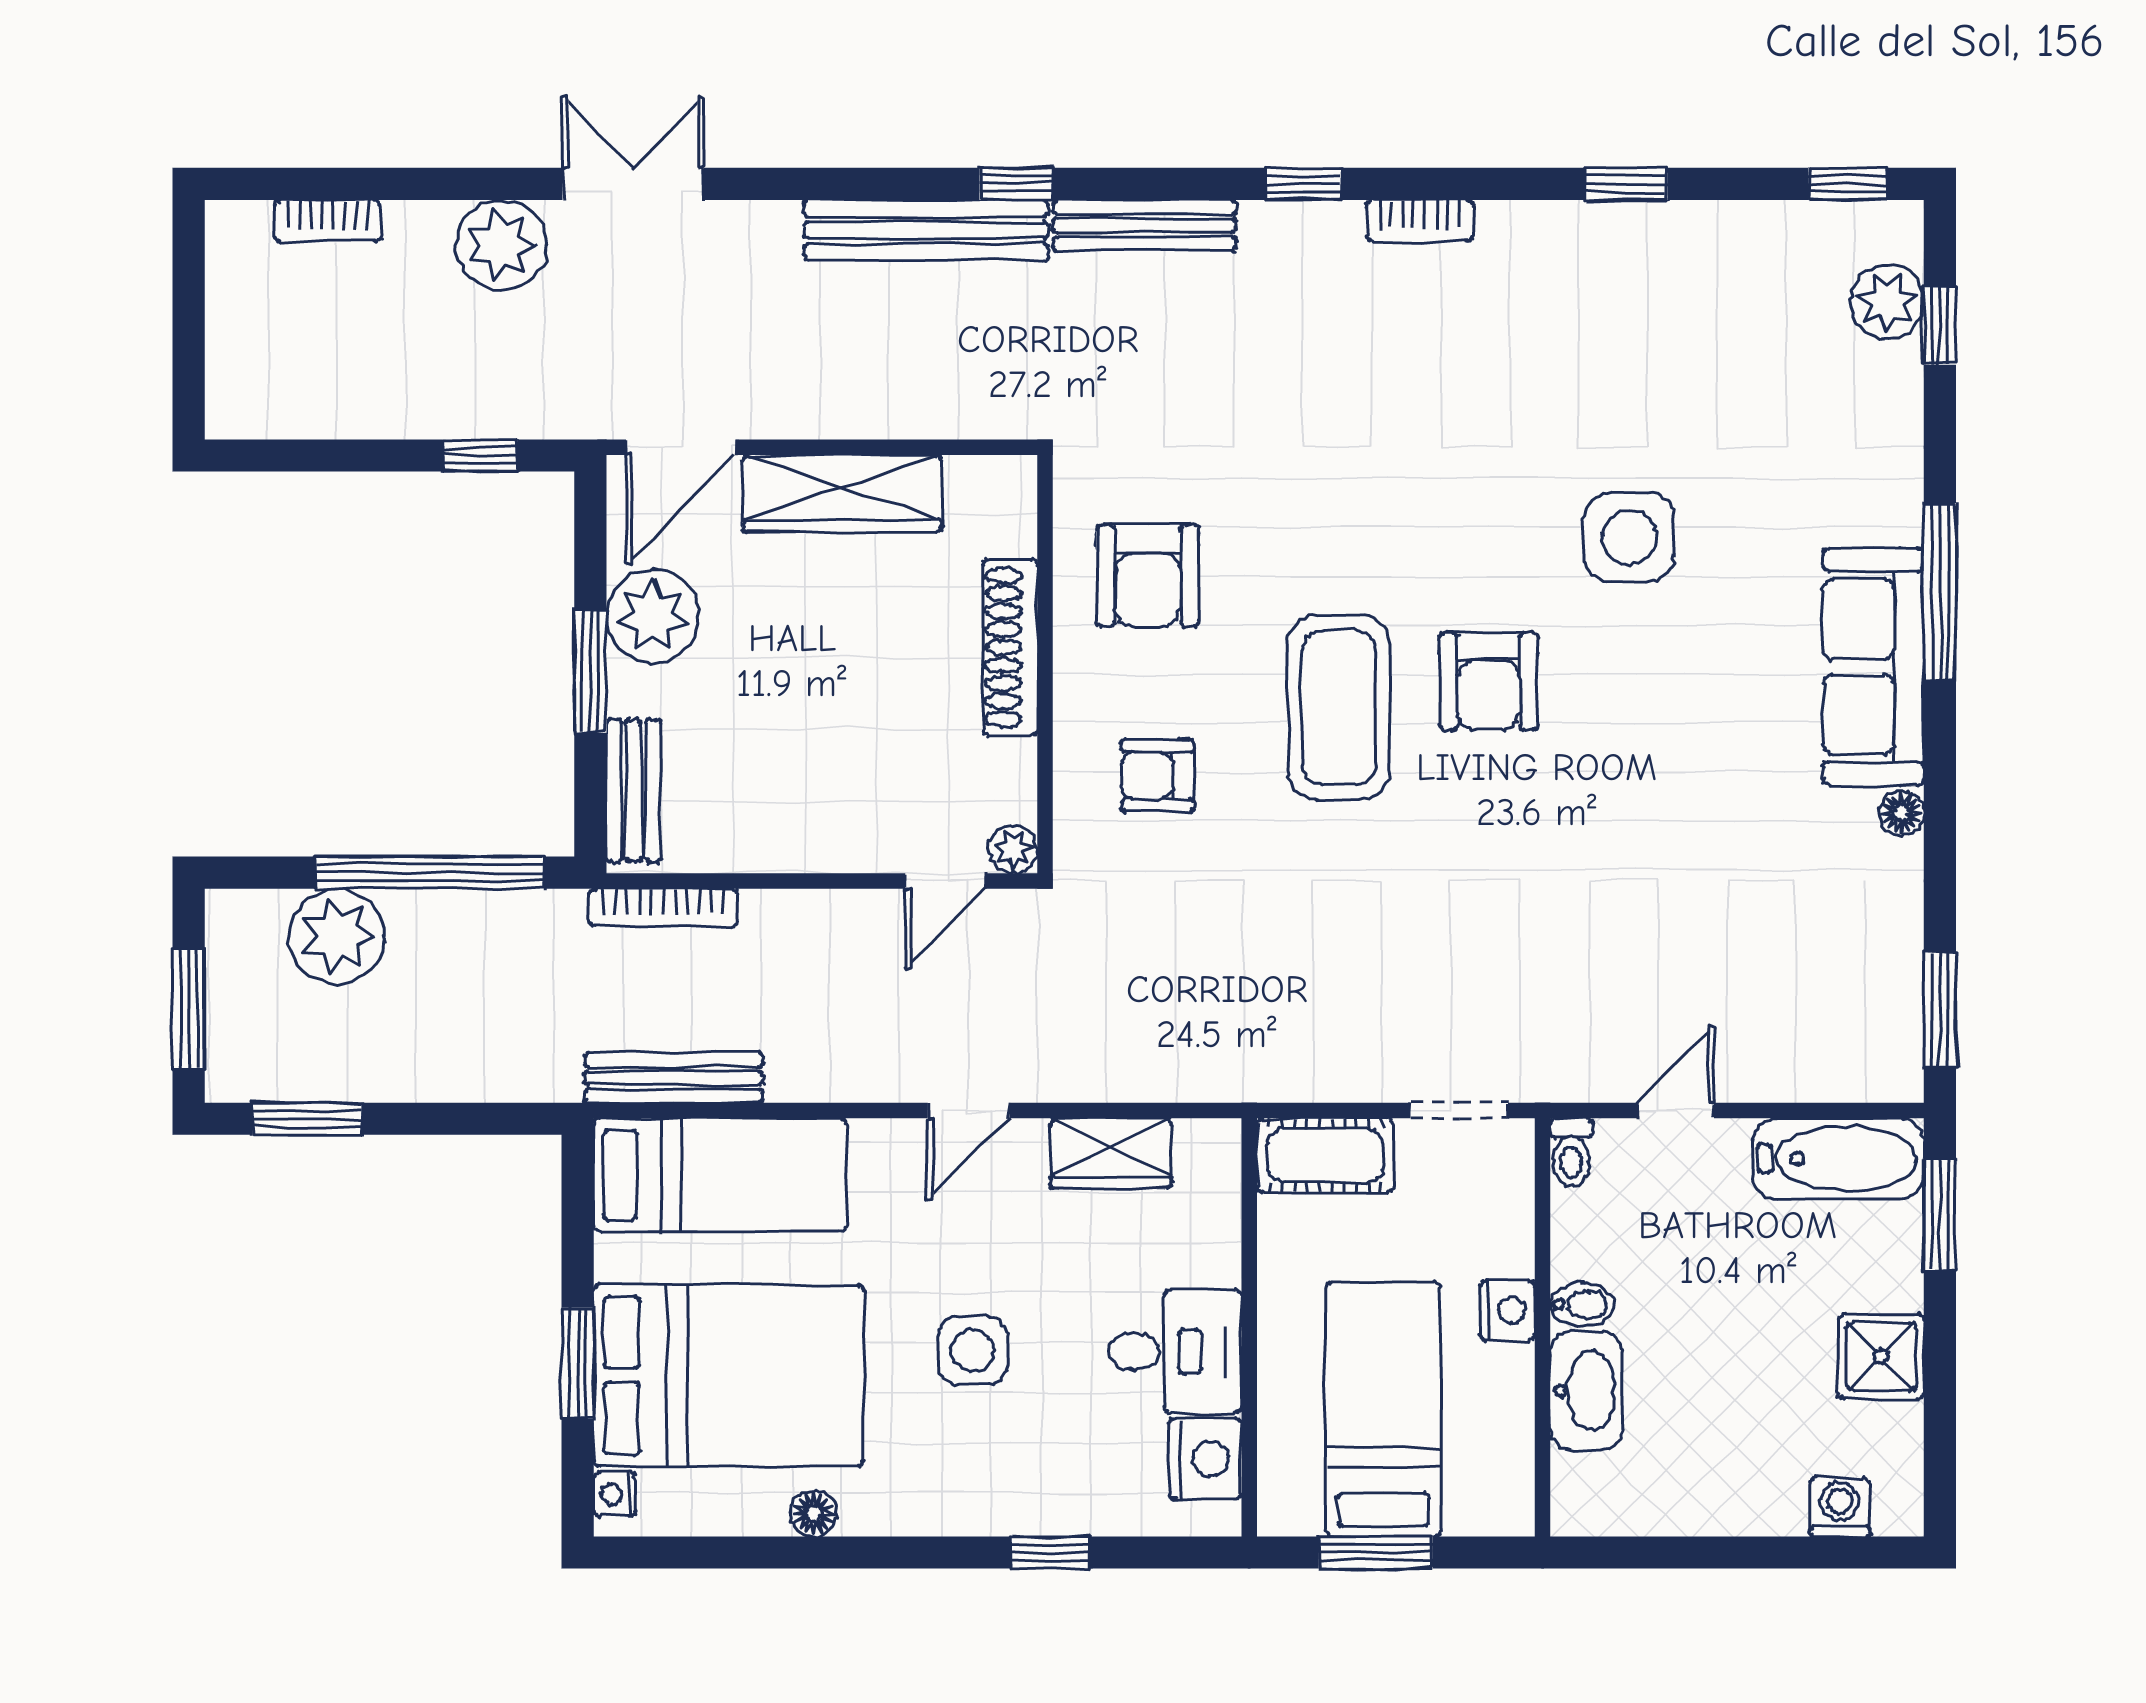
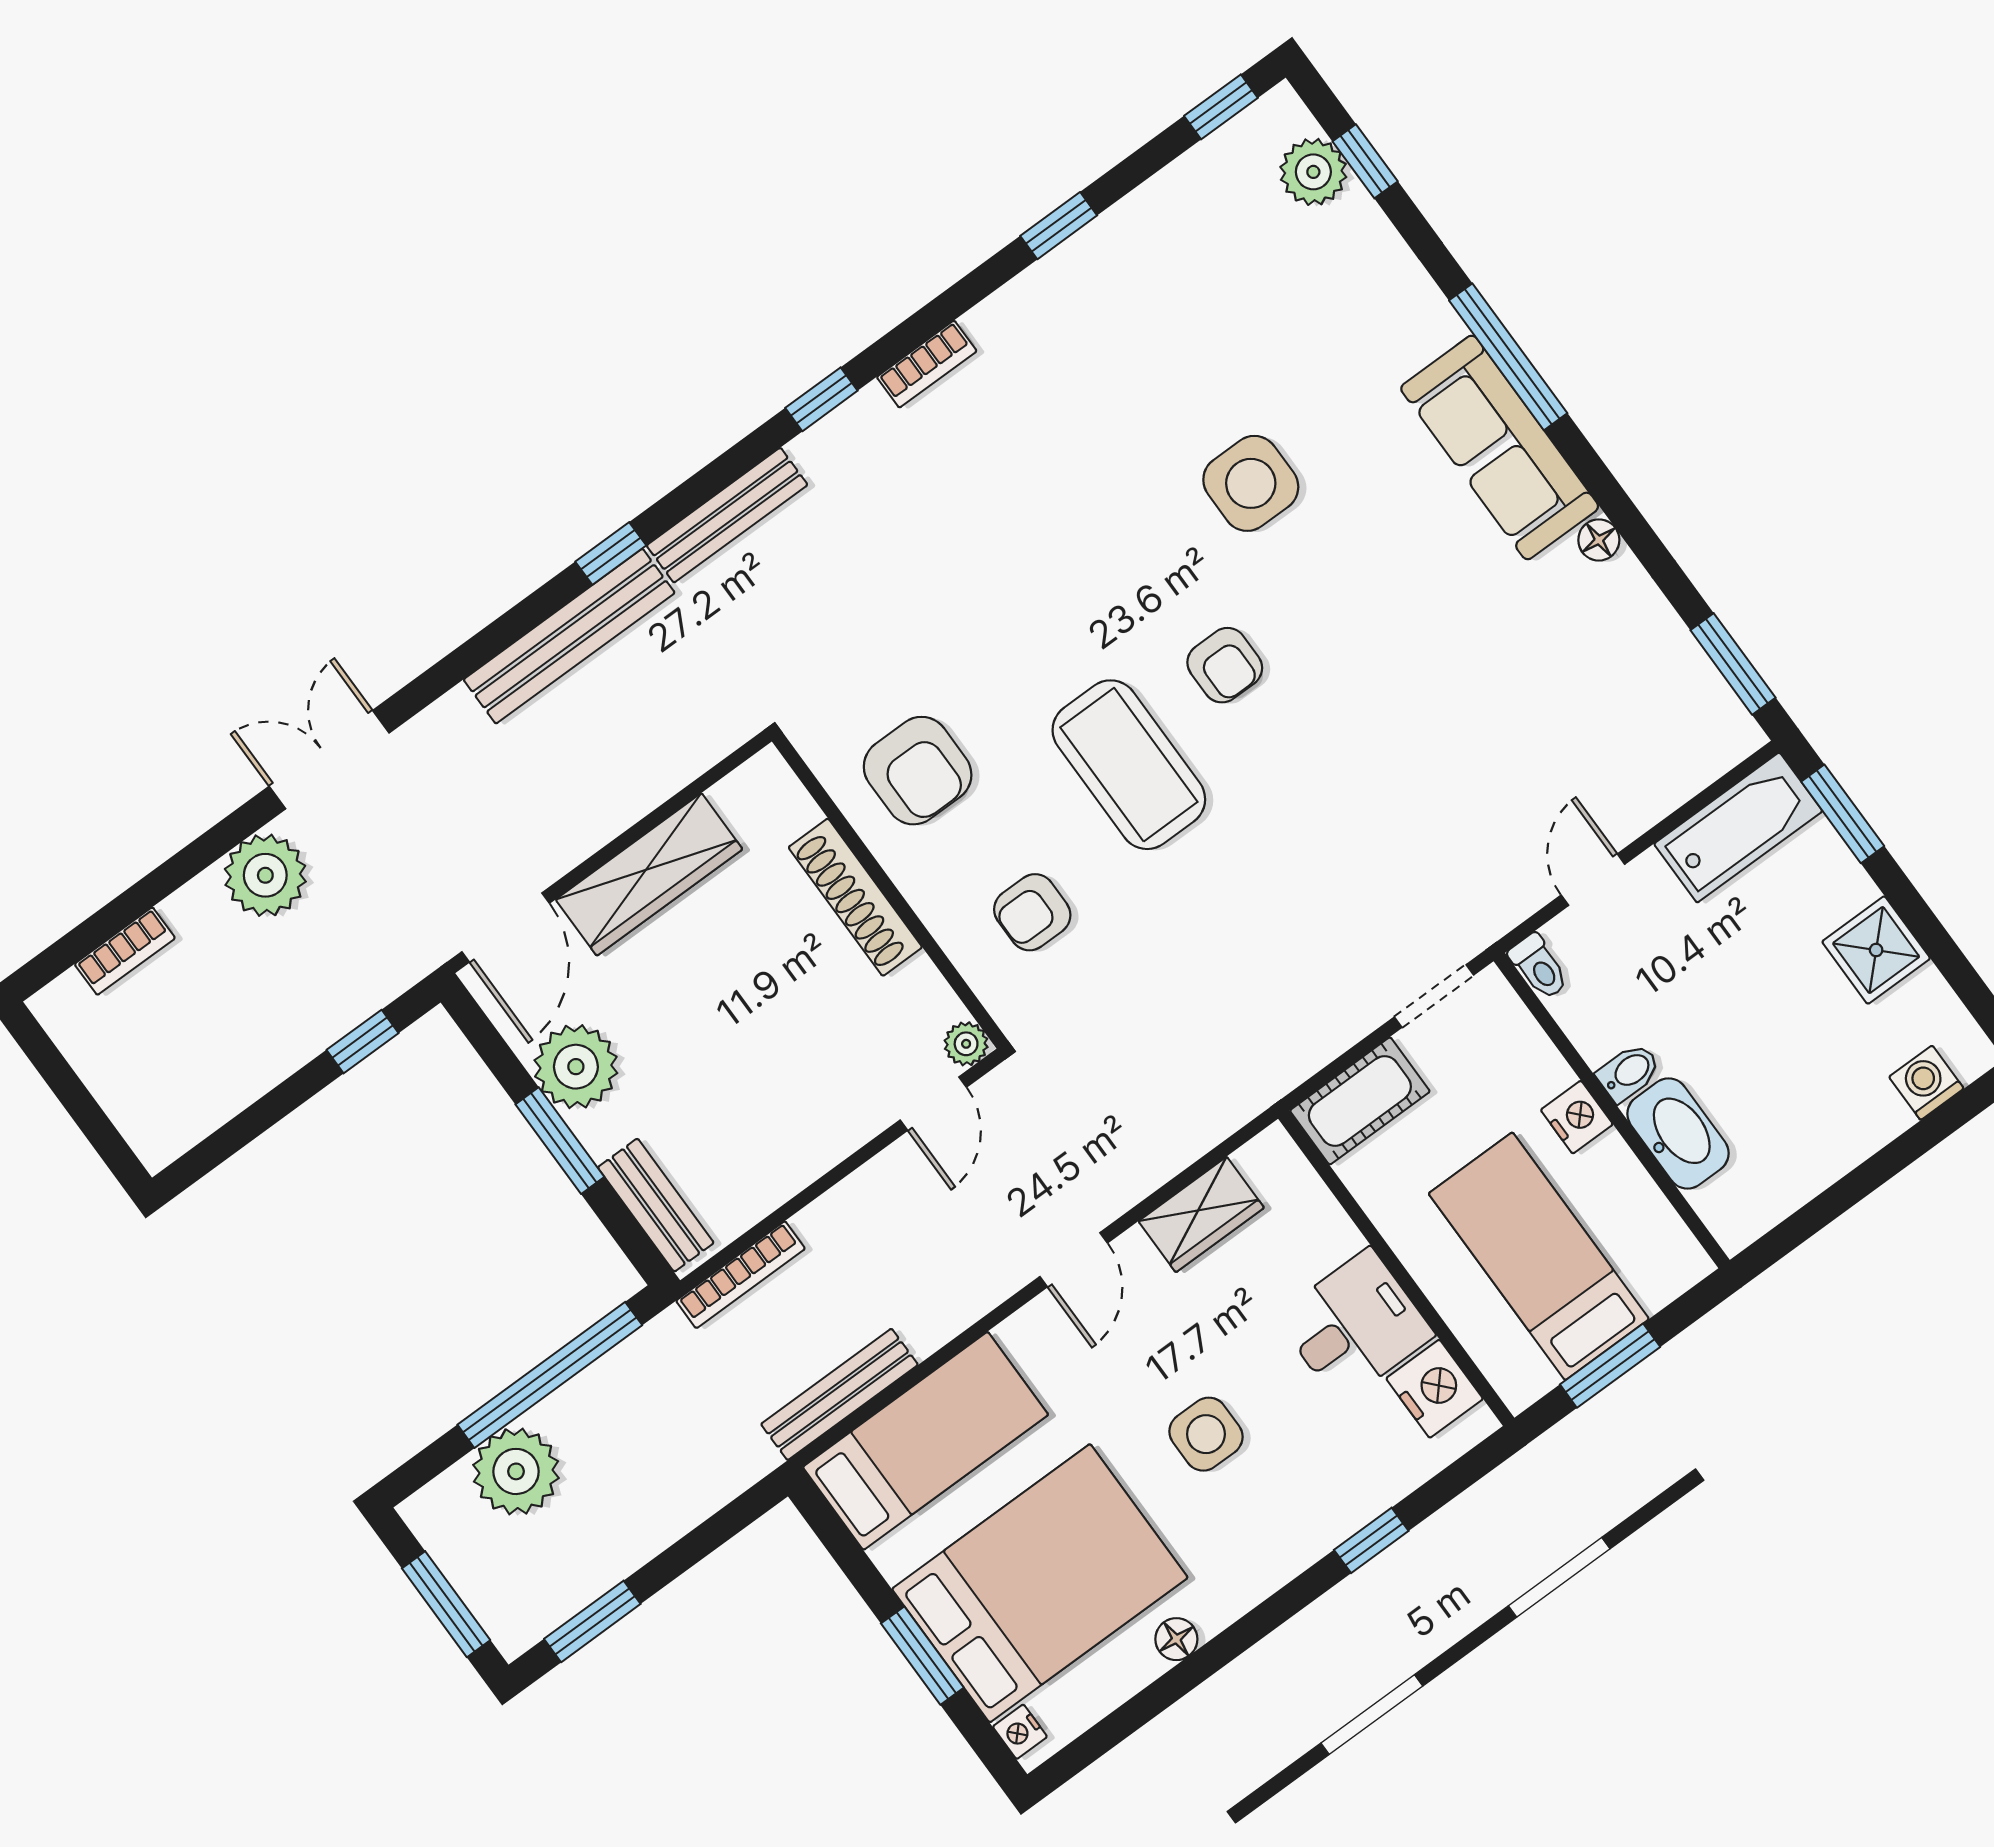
armchair: (1488, 681) -> (1225, 665), width x0.72, depth x0.72

